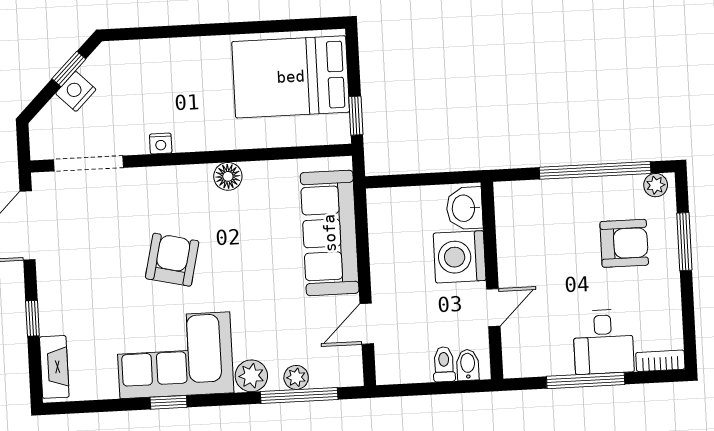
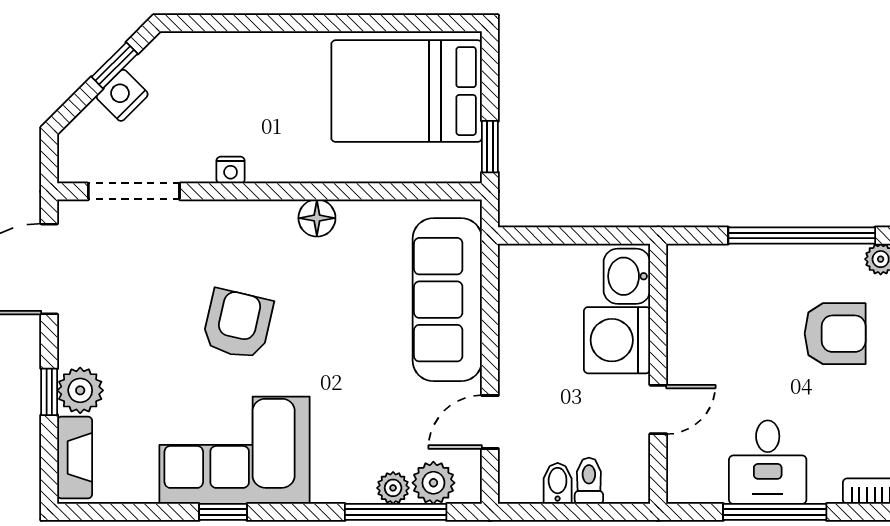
plant: (56, 316) -> (80, 390), added
desk: (603, 342) -> (768, 462), moved
bidet: (468, 365) -> (558, 483), moved
plant: (251, 376) -> (433, 483), moved

